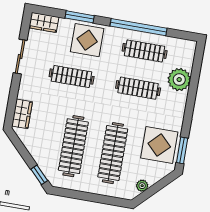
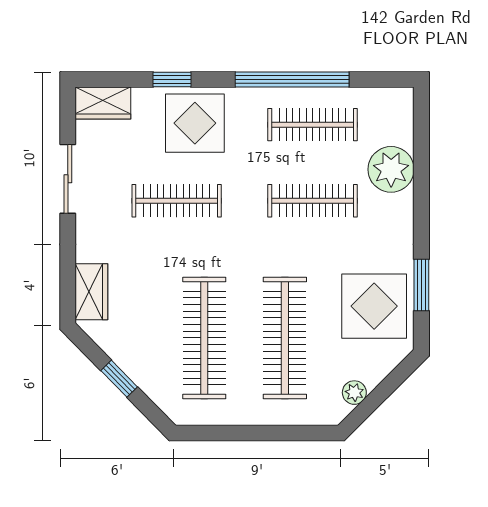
window: (80, 17) -> (172, 79), width x0.67
window: (182, 150) -> (421, 285), moved
window: (39, 175) -> (119, 379), moved

